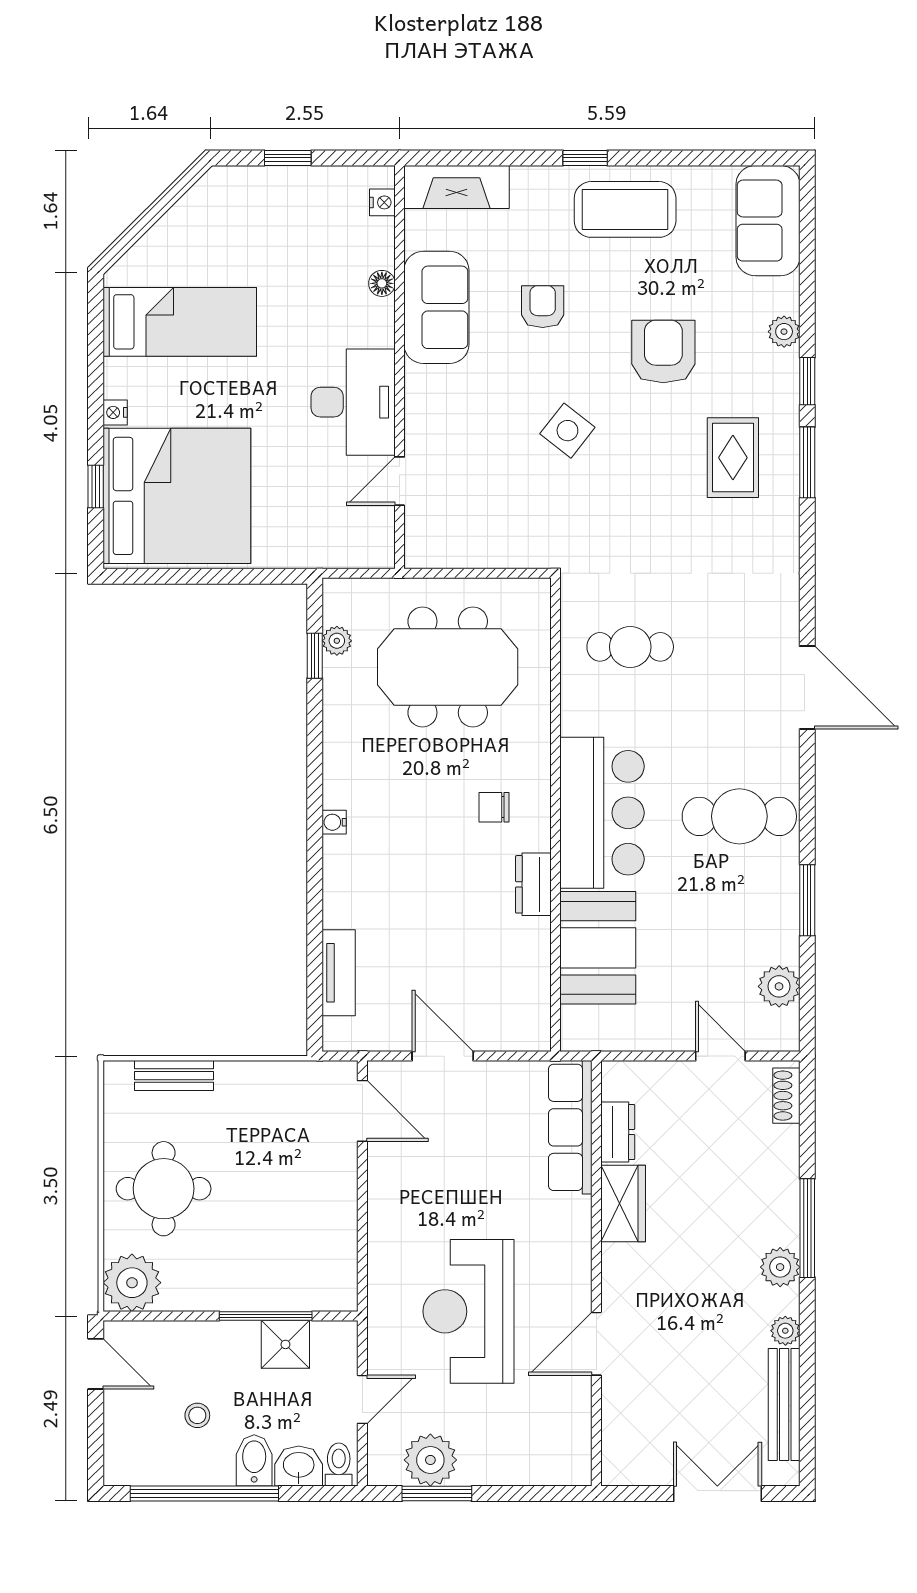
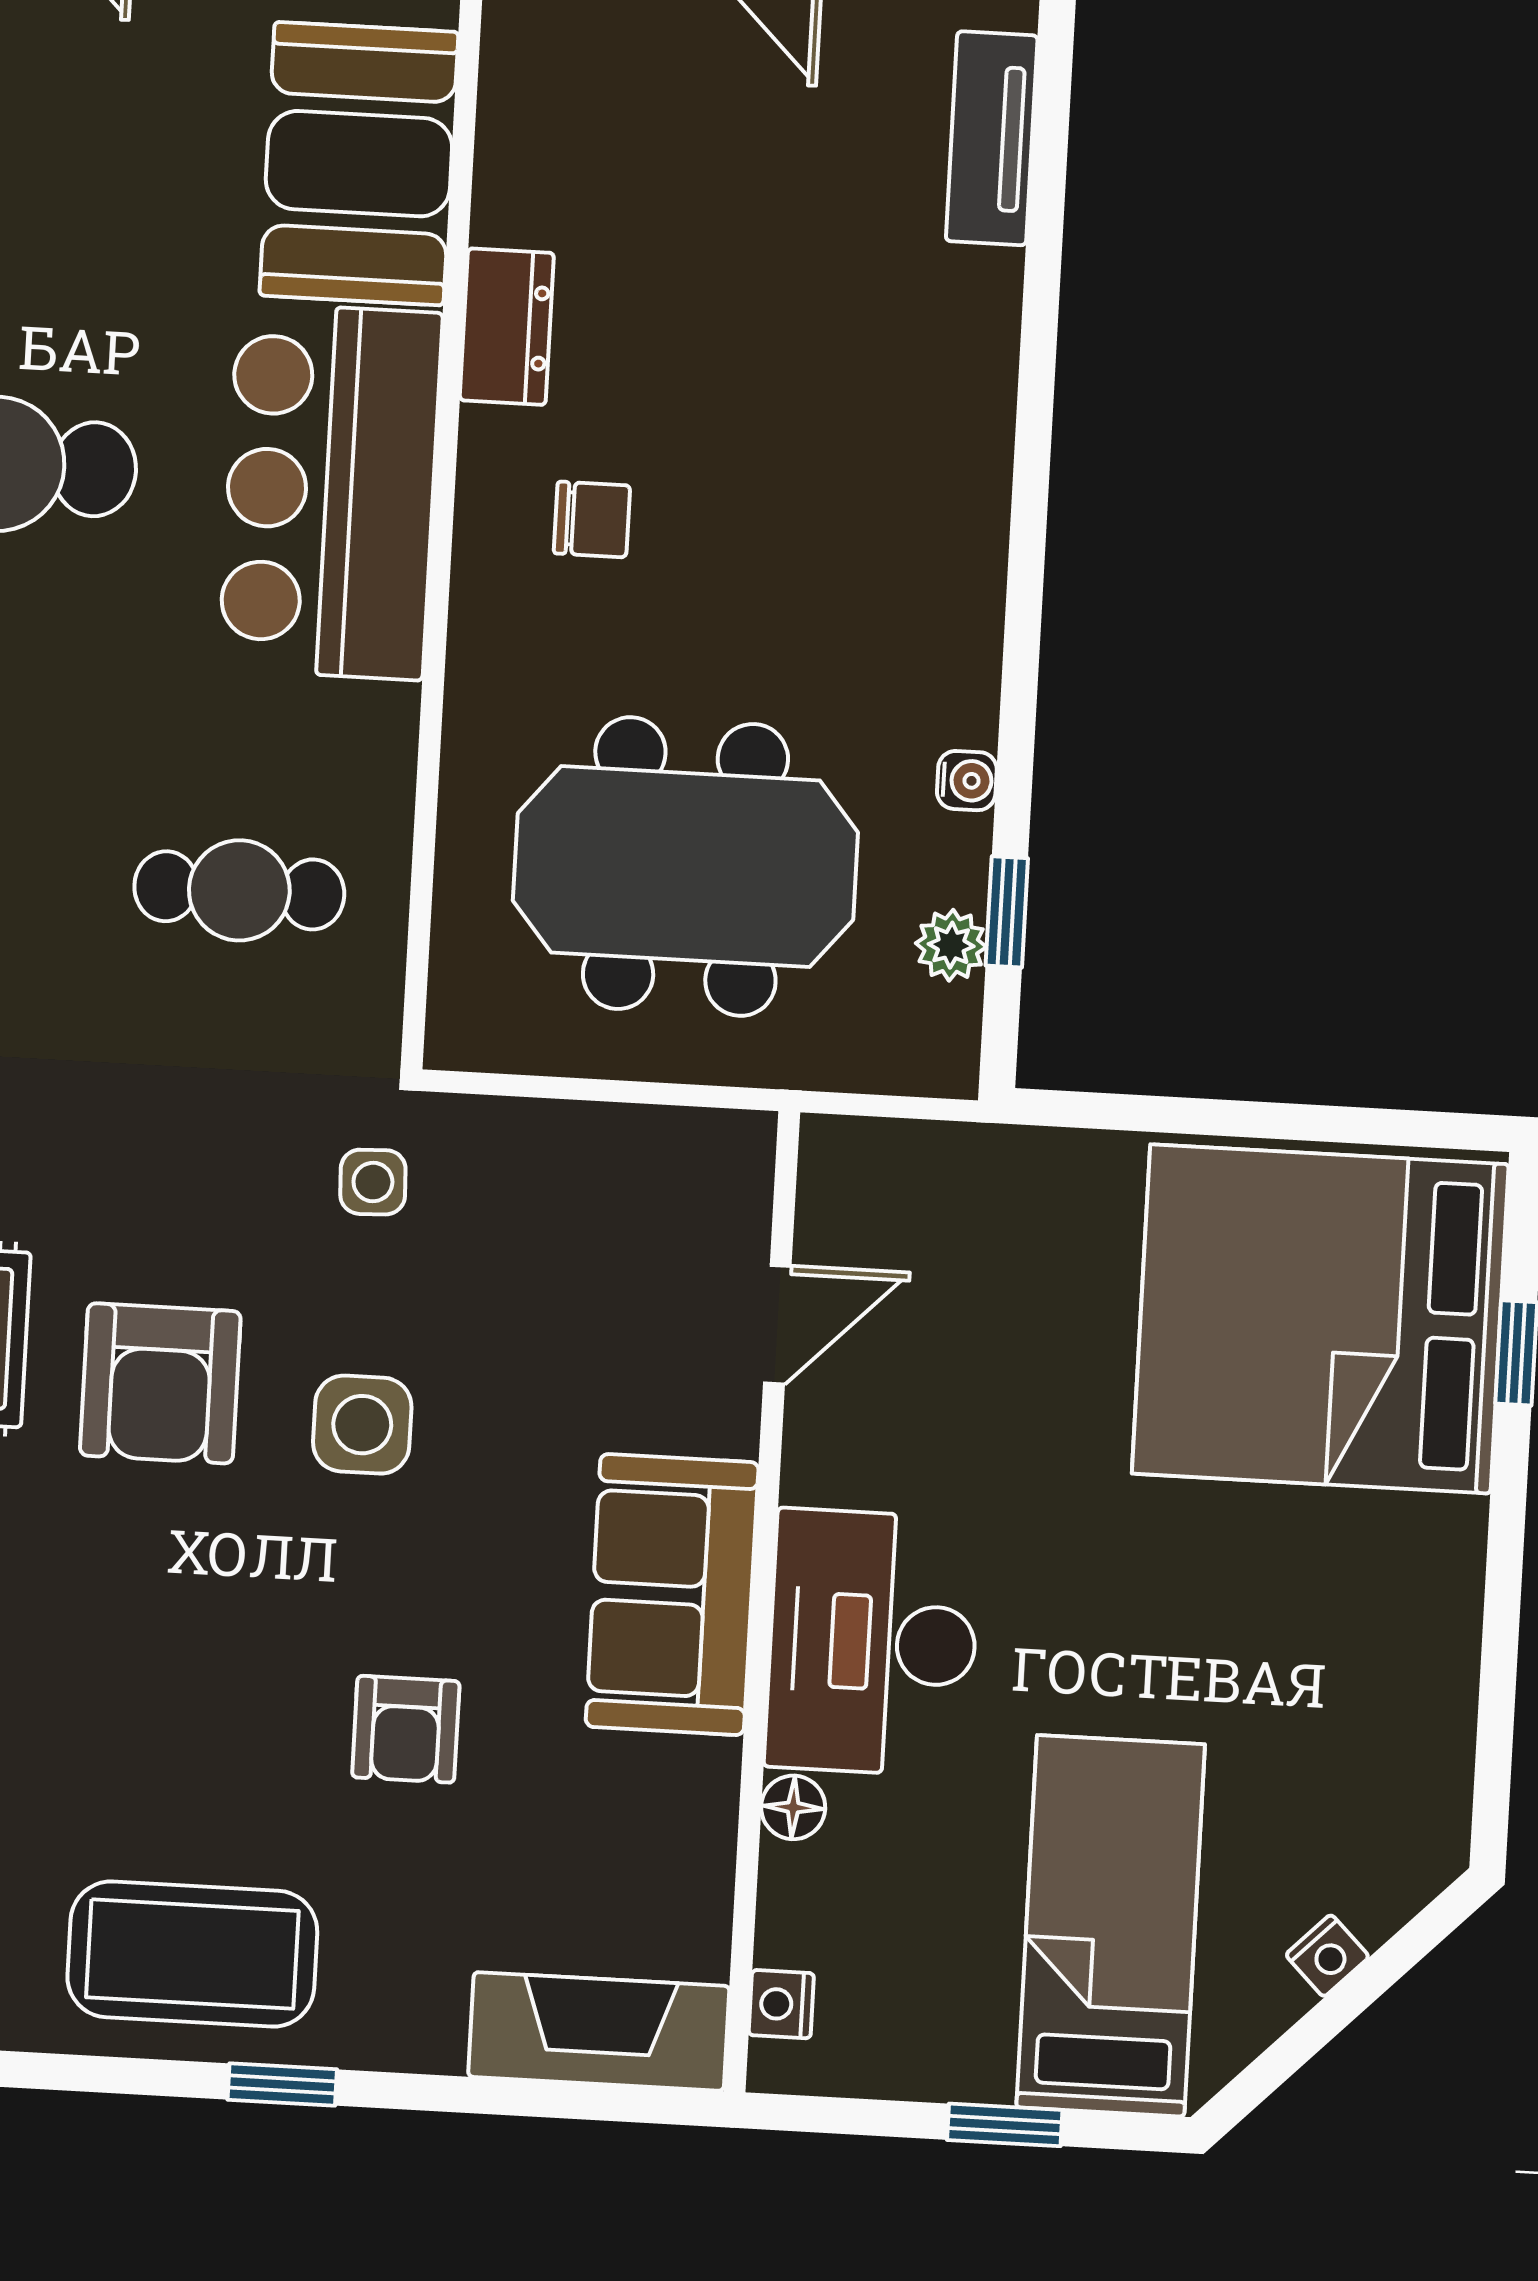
sofa: (436, 307) -> (672, 1595), moved
bed: (180, 322) -> (1111, 1926), moved, turned 90
armchair: (663, 352) -> (160, 1383), moved
desk: (353, 402) -> (873, 1643), moved
nightstand: (115, 412) -> (1327, 1956), moved, turned 45
side table: (567, 431) -> (362, 1425), turned -38
side table: (569, 530) -> (373, 1182), added
water cooler: (334, 822) -> (967, 781), moved

